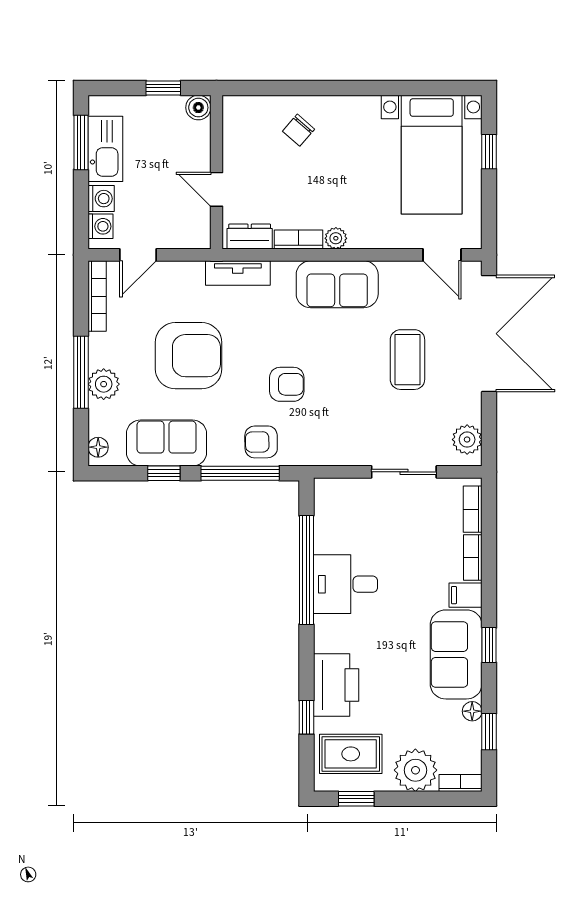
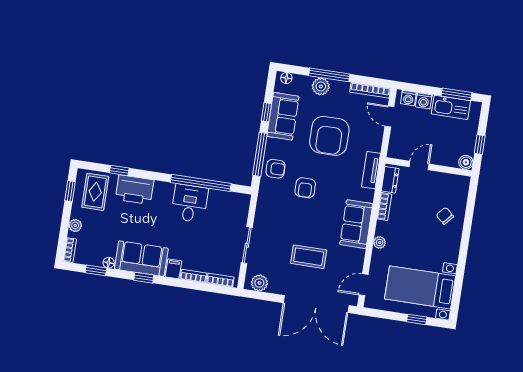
plant: (336, 238) -> (380, 242), moved
armchair: (261, 442) -> (275, 169), turned 91
plant: (415, 770) -> (75, 225), width x0.53, depth x0.53

